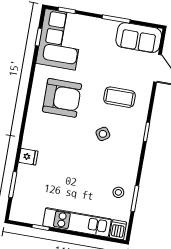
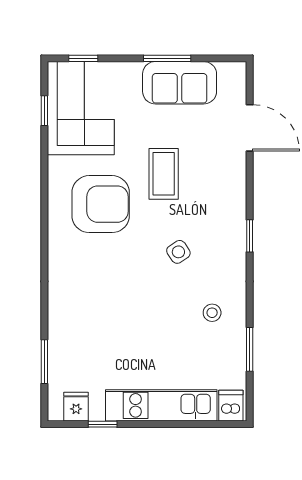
sofa: (139, 38) -> (180, 83), moved
coffee table: (119, 97) -> (164, 174), moved, turned 90
fridge: (28, 157) -> (76, 407), moved, turned -90
stool: (118, 192) -> (212, 313), moved

